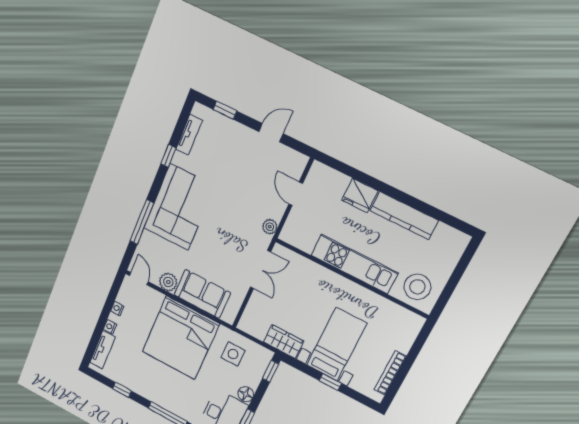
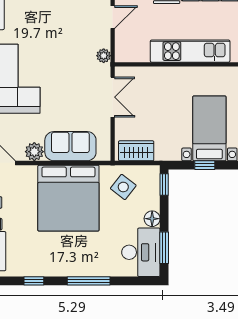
door: (296, 194) -> (113, 17), swing flipped
wardrobe: (284, 342) -> (136, 151), moved
side table: (233, 354) -> (123, 187), turned 38
window: (330, 382) -> (205, 165), moved

